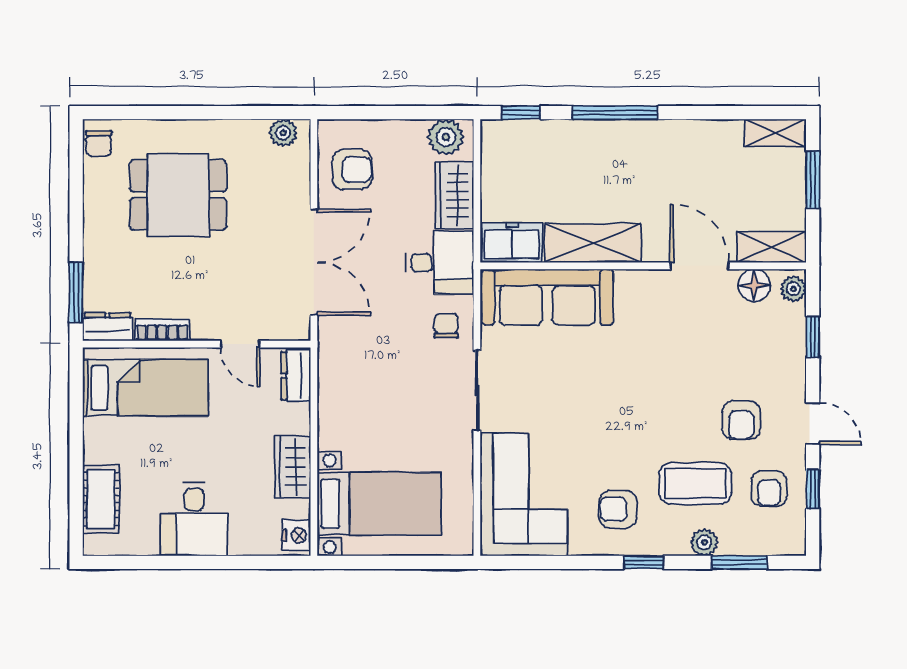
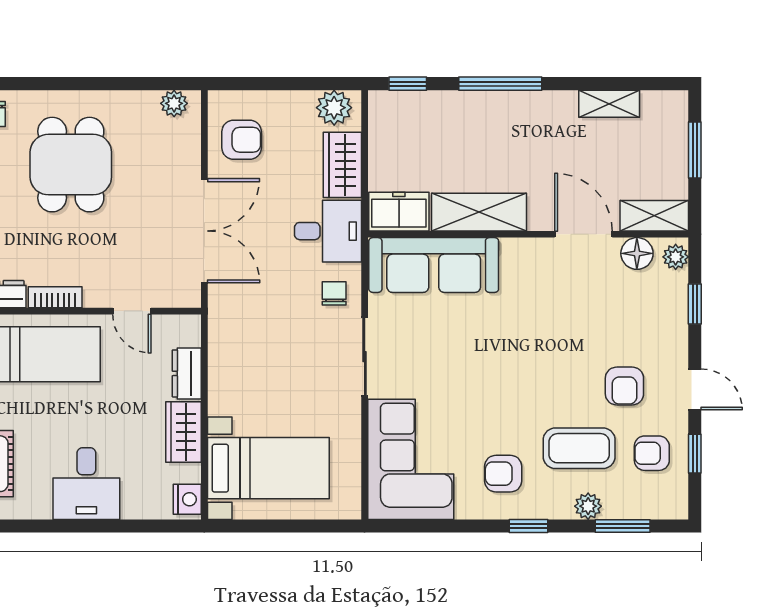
shelving: (775, 133) -> (609, 104), moved
dining table: (178, 195) -> (71, 165), turned 90
dresser: (296, 376) -> (187, 373), moved
armchair: (769, 488) -> (652, 453), turned 90

